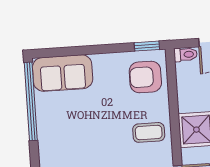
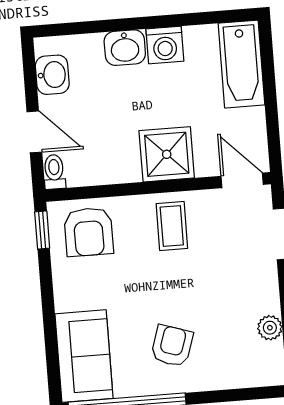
armchair: (69, 132) -> (172, 346), added

